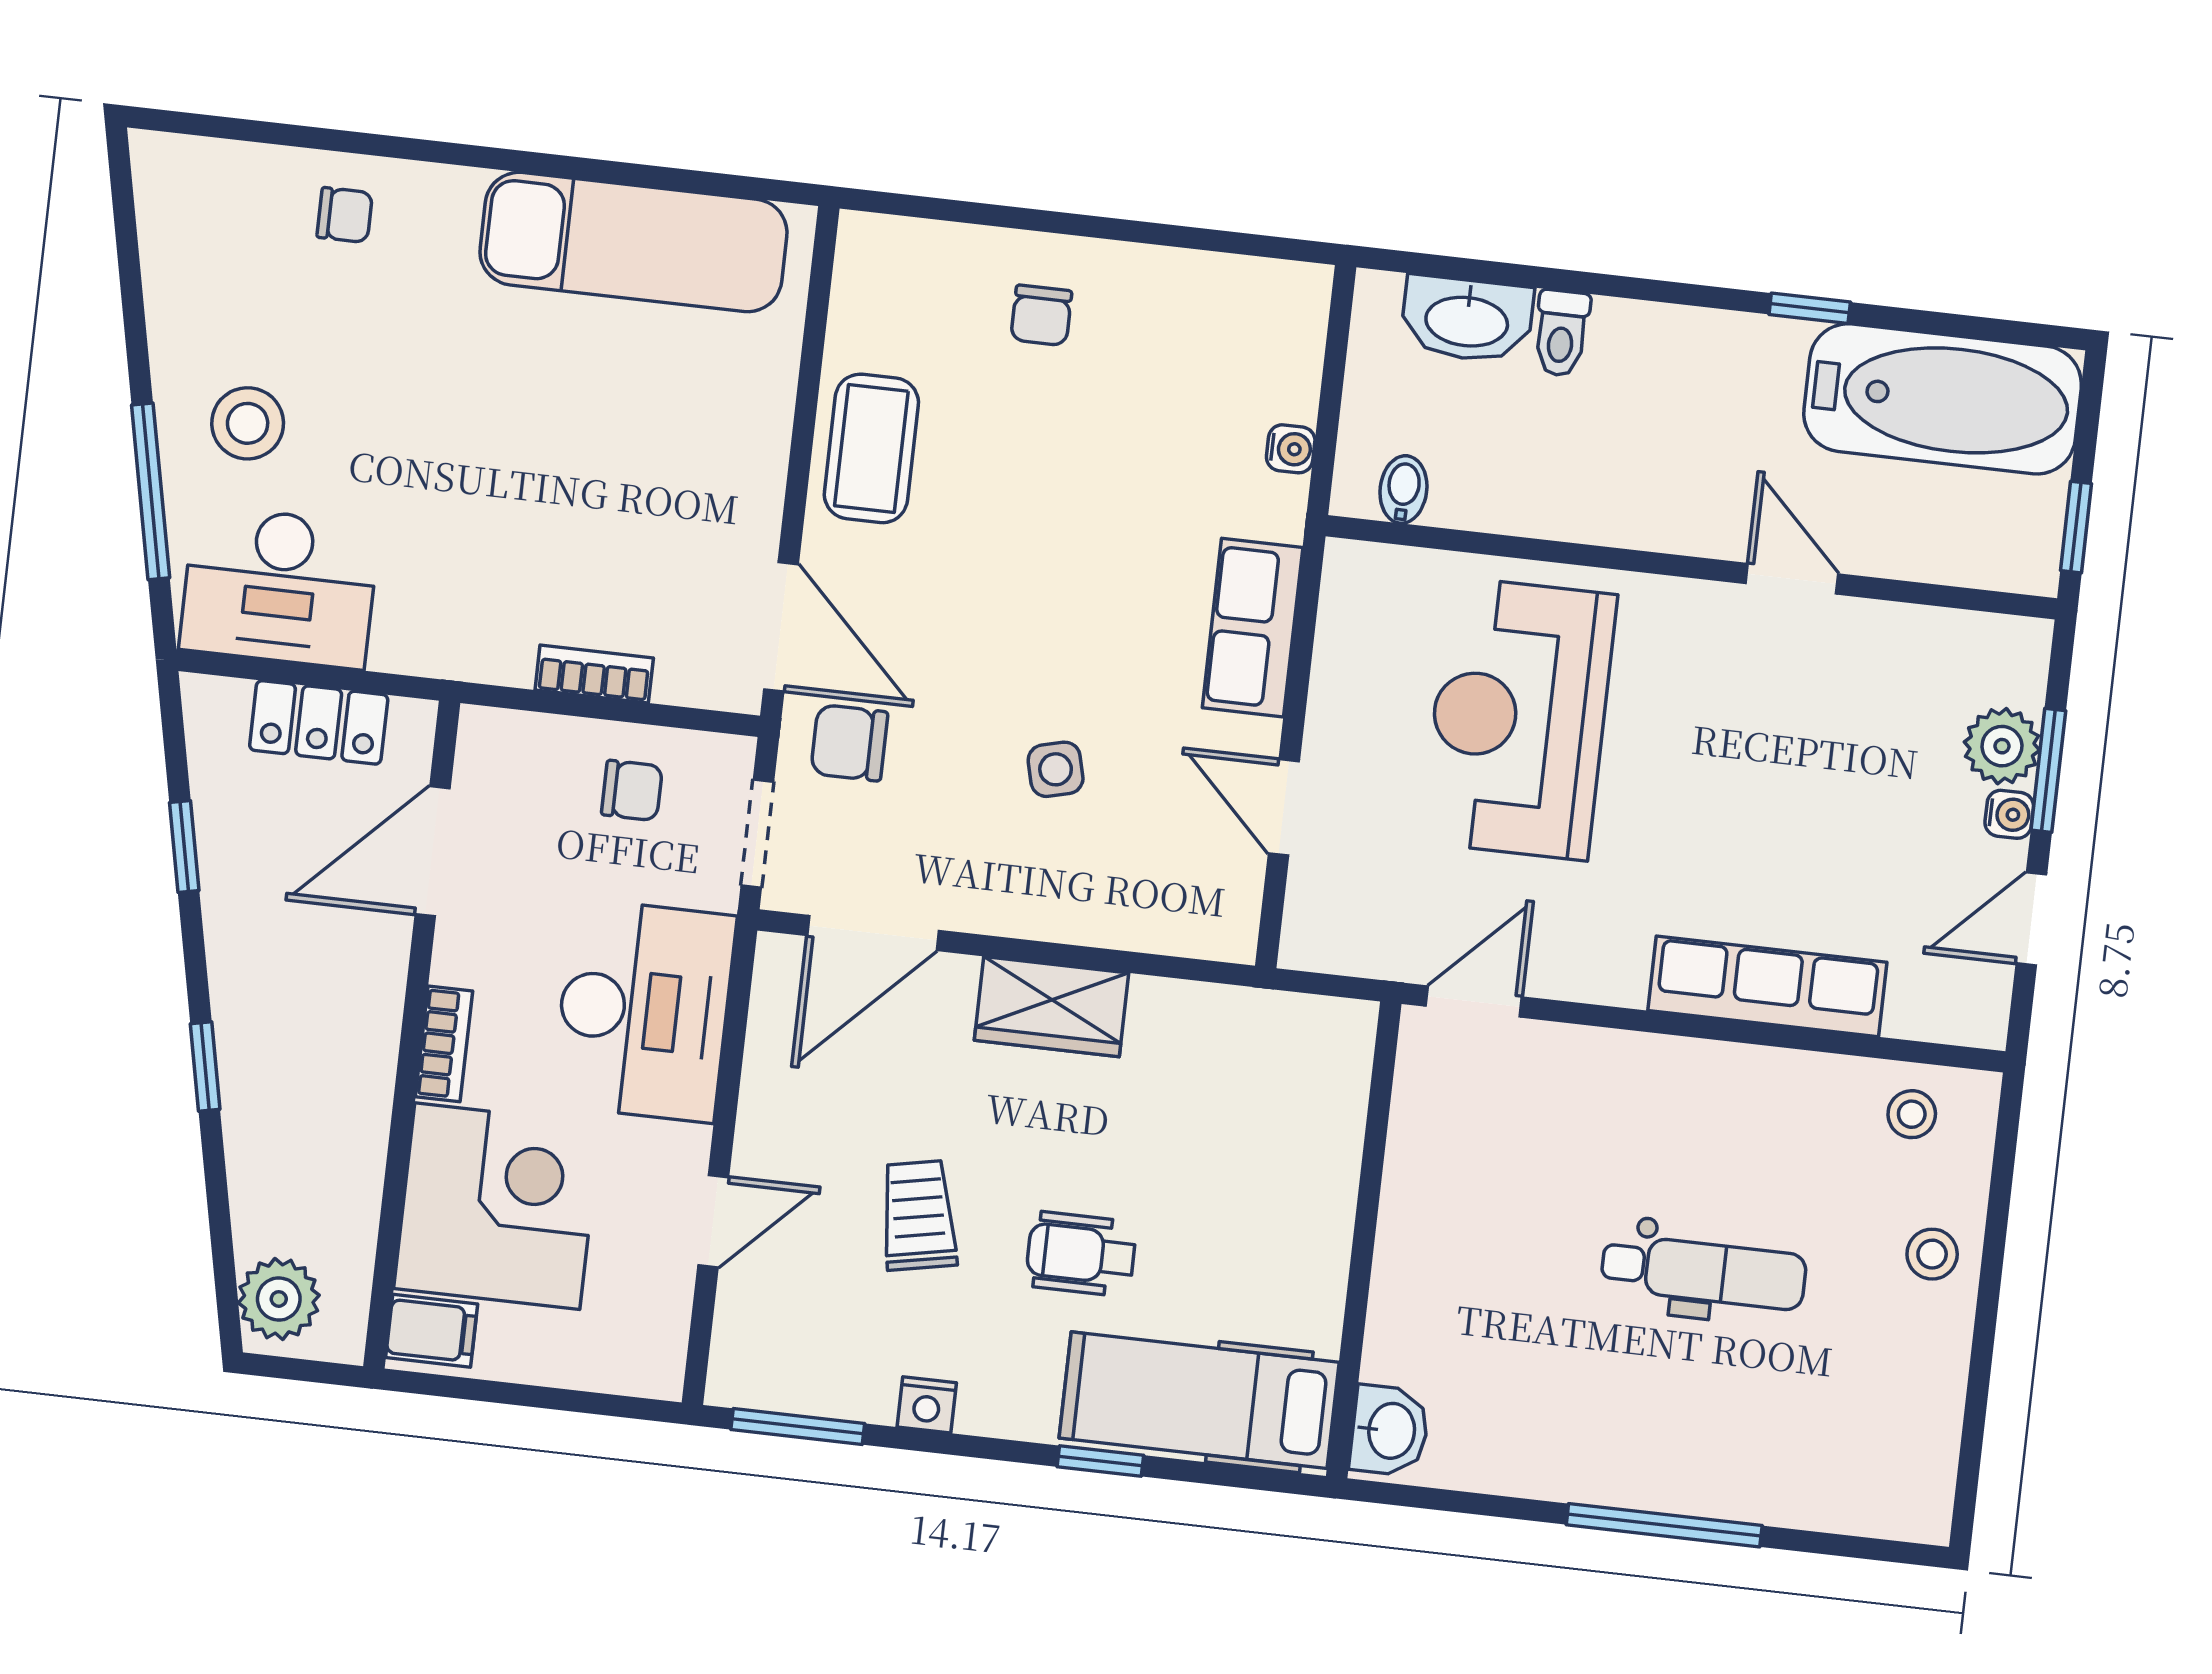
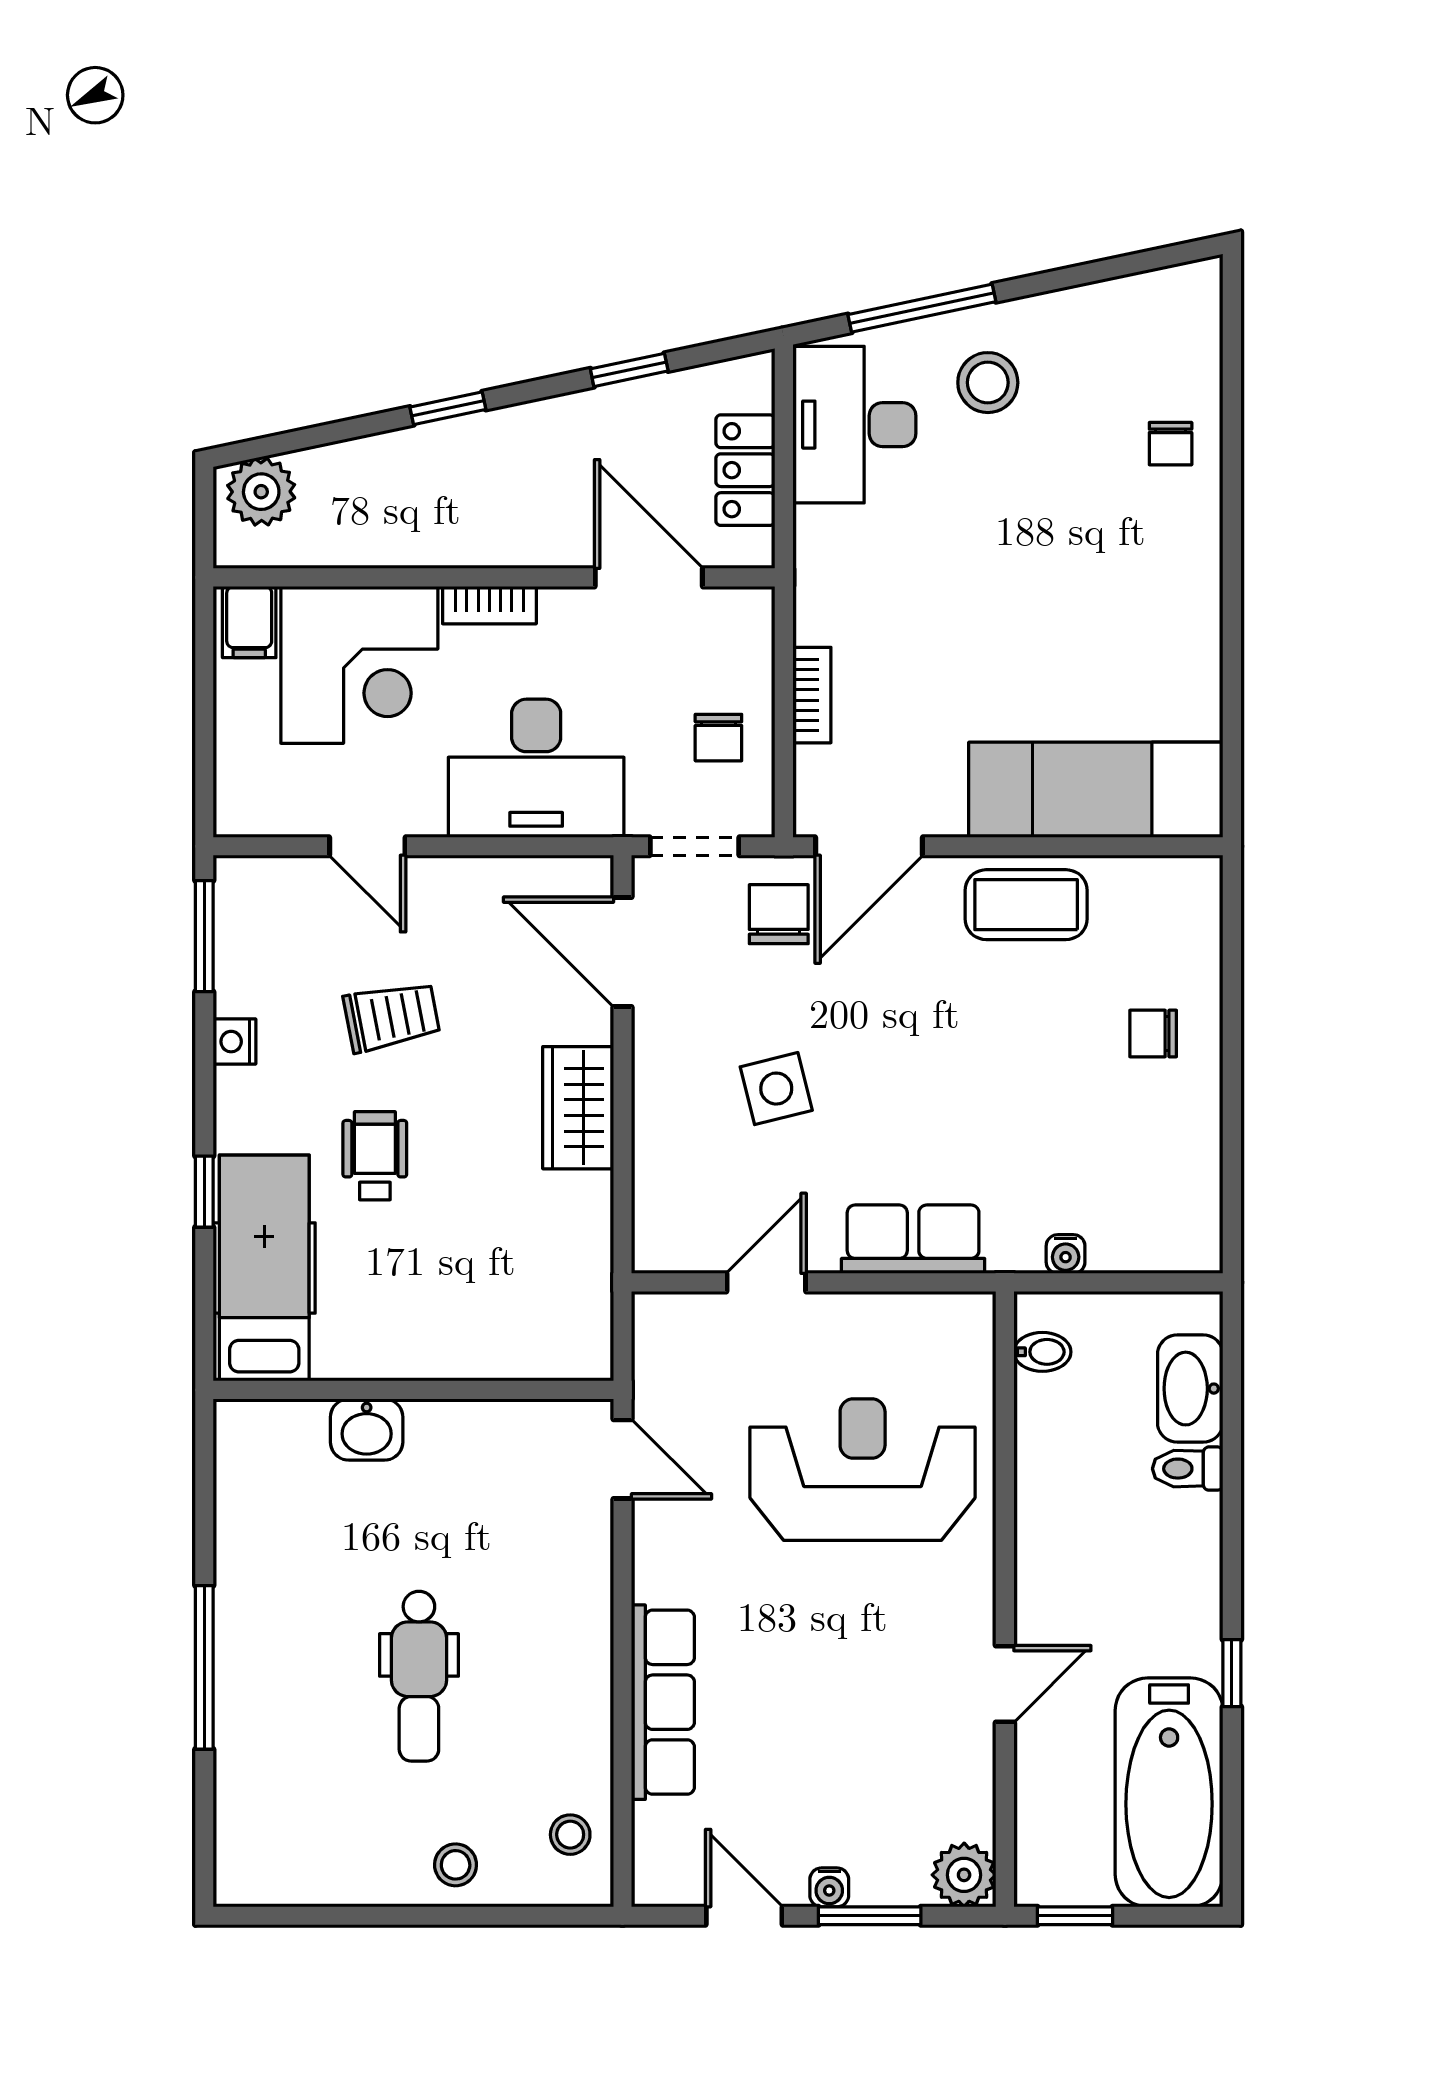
exam couch: (633, 242) -> (1096, 790), moved, turned 90
plant: (2002, 746) -> (964, 1875), moved
side table: (1056, 769) -> (776, 1089), width x1.37, depth x1.37
washbasin: (1389, 1431) -> (367, 1430), moved

